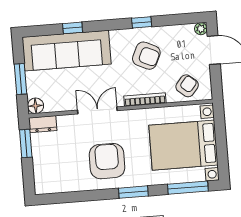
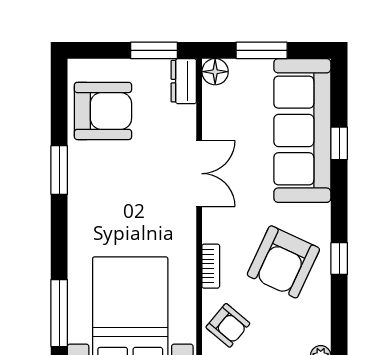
armchair: (146, 56) -> (283, 262), width x1.36, depth x1.36
bookcase: (145, 100) -> (211, 266), width x0.64
armchair: (107, 161) -> (103, 111), moved
window: (133, 192) -> (59, 170), moved

